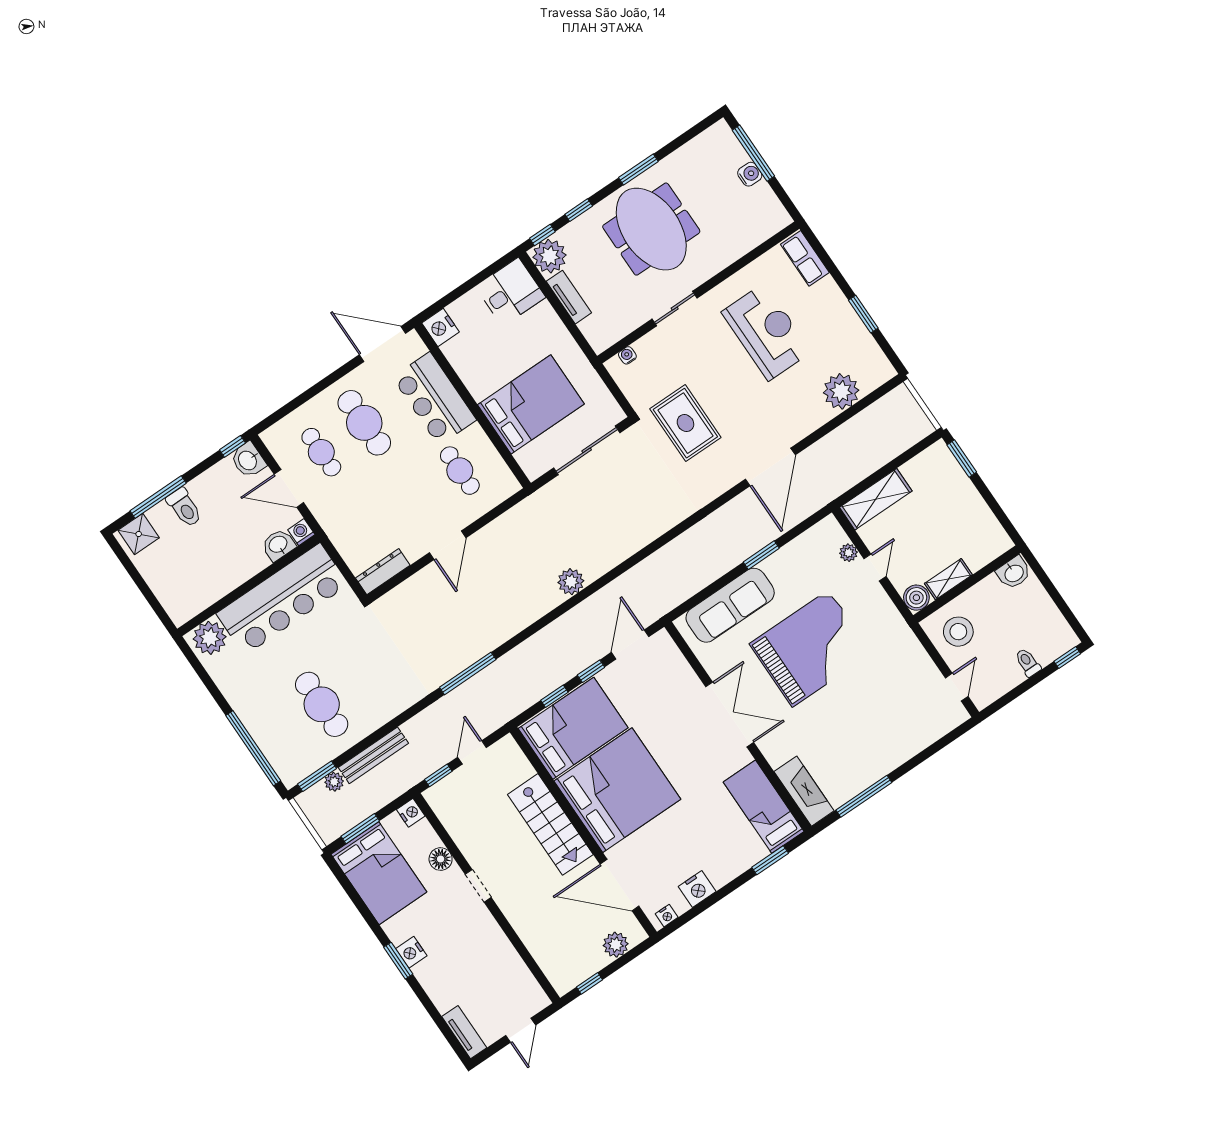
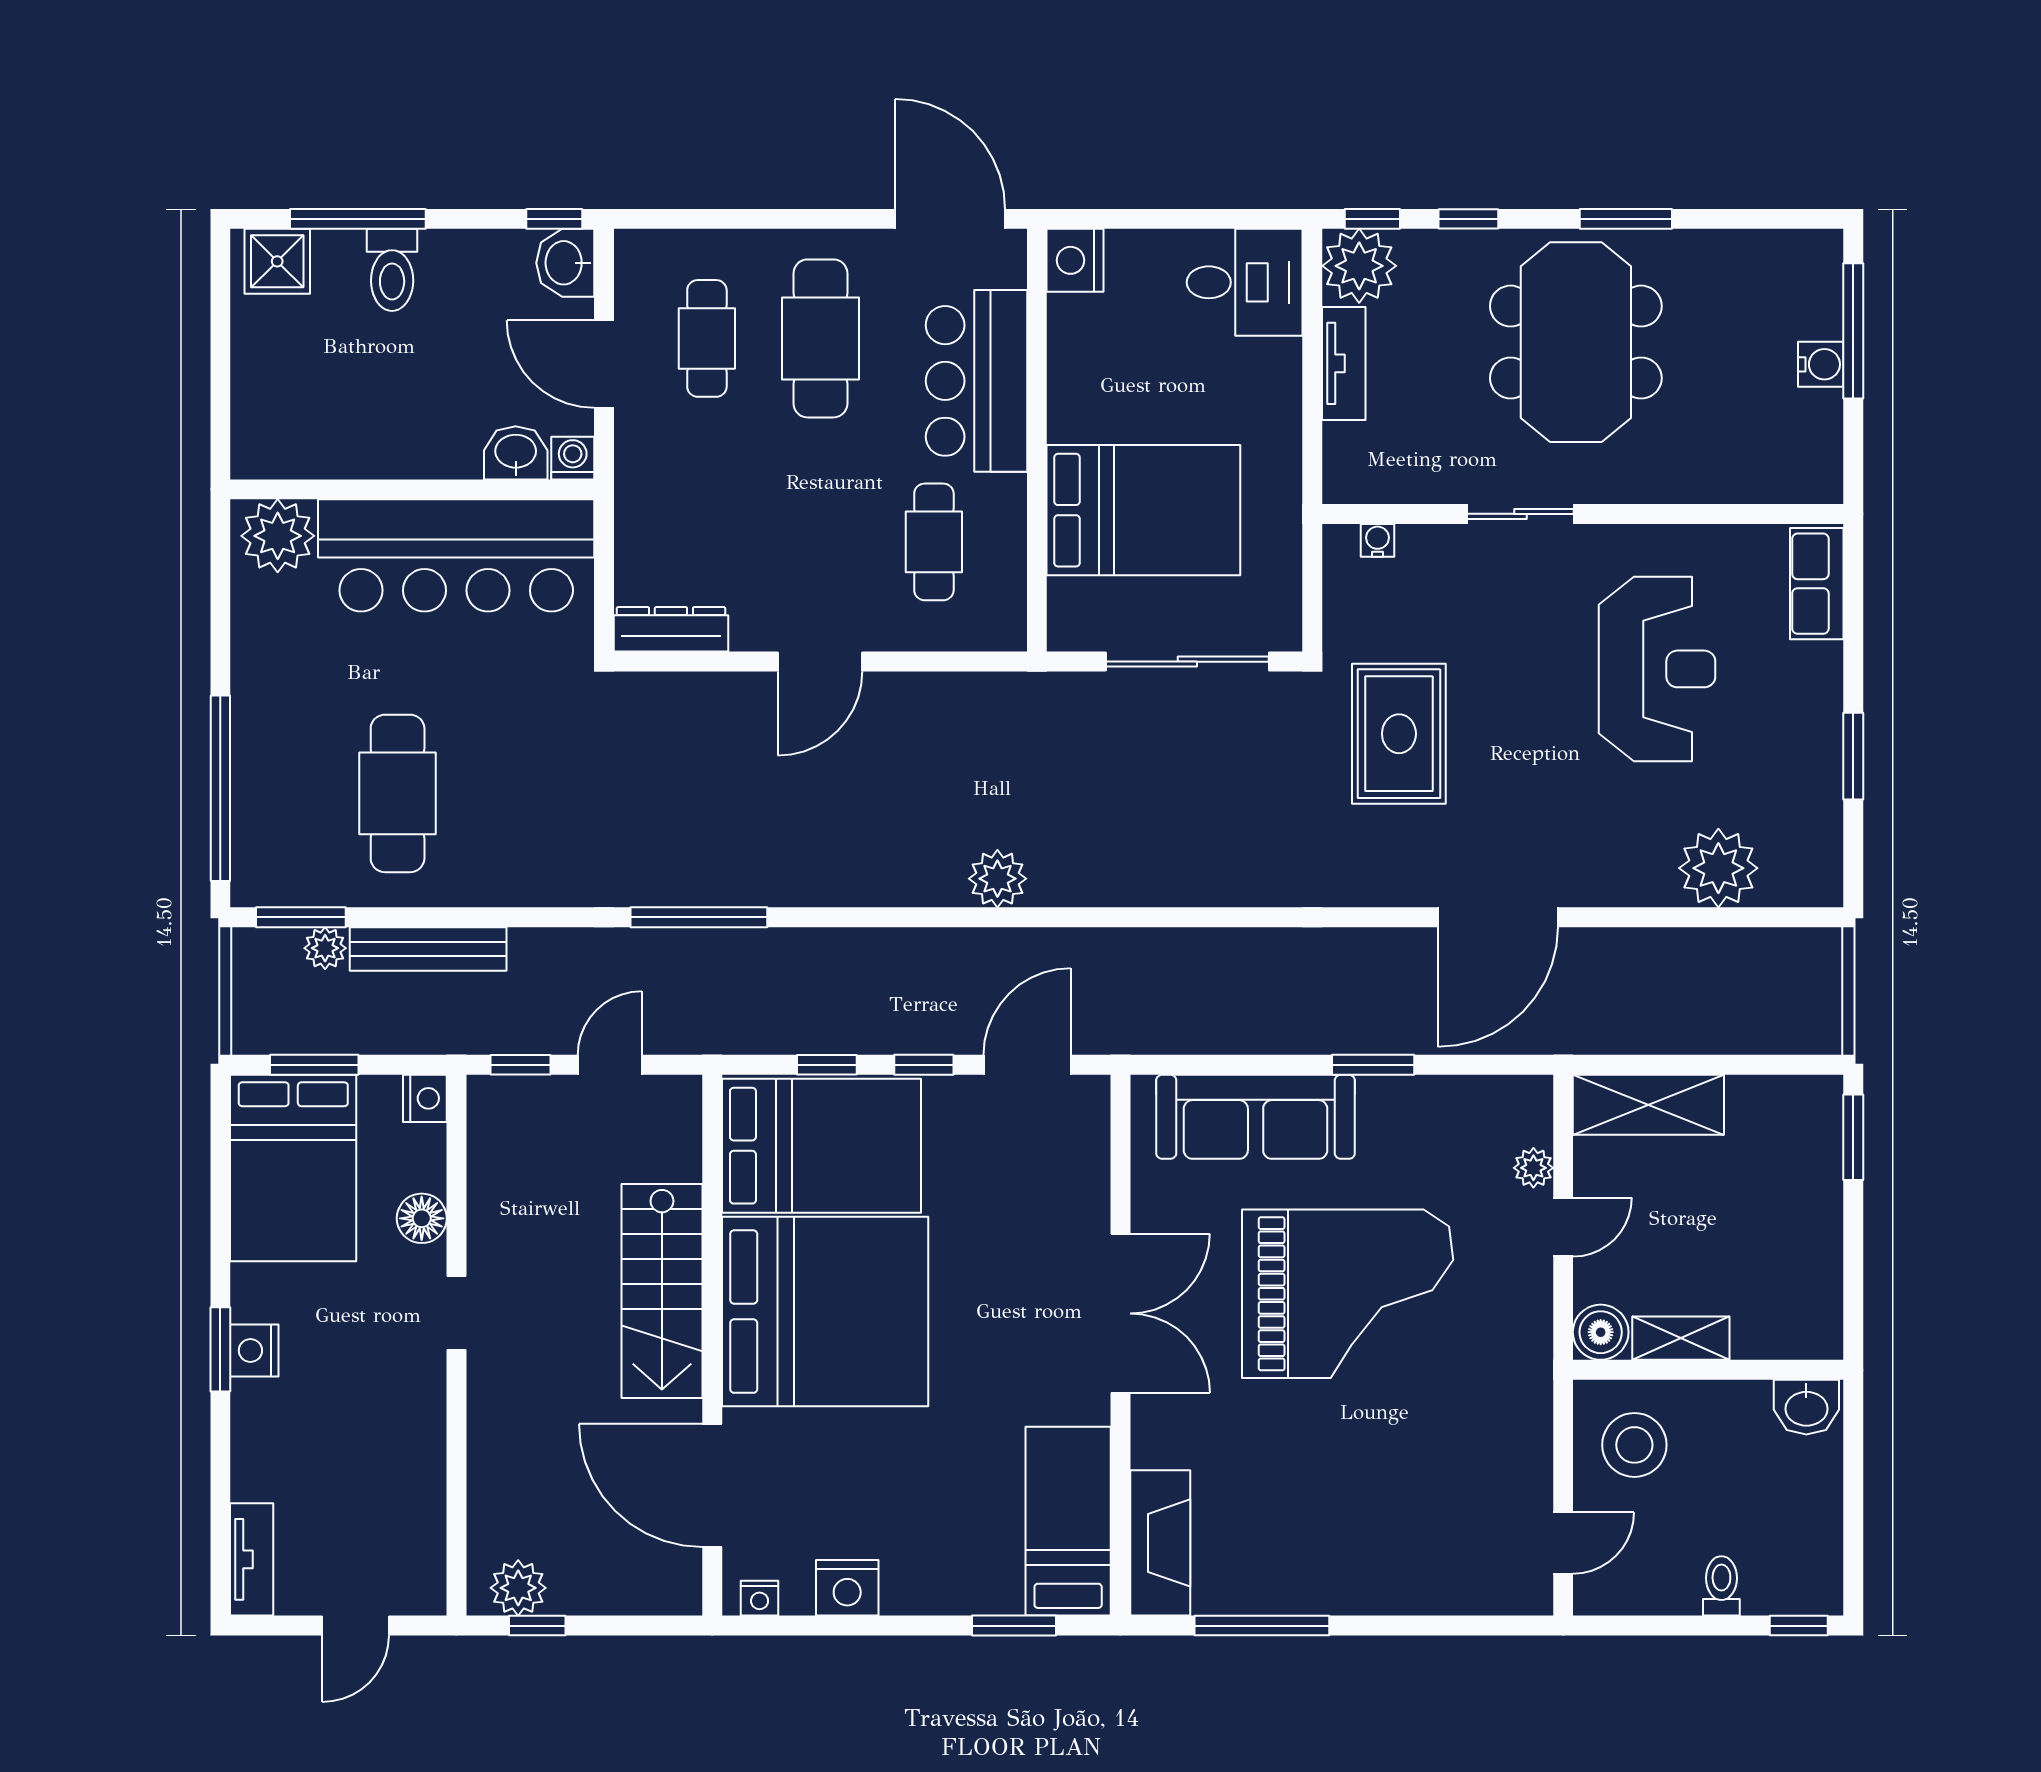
plant: (616, 945) -> (518, 1588), moved

